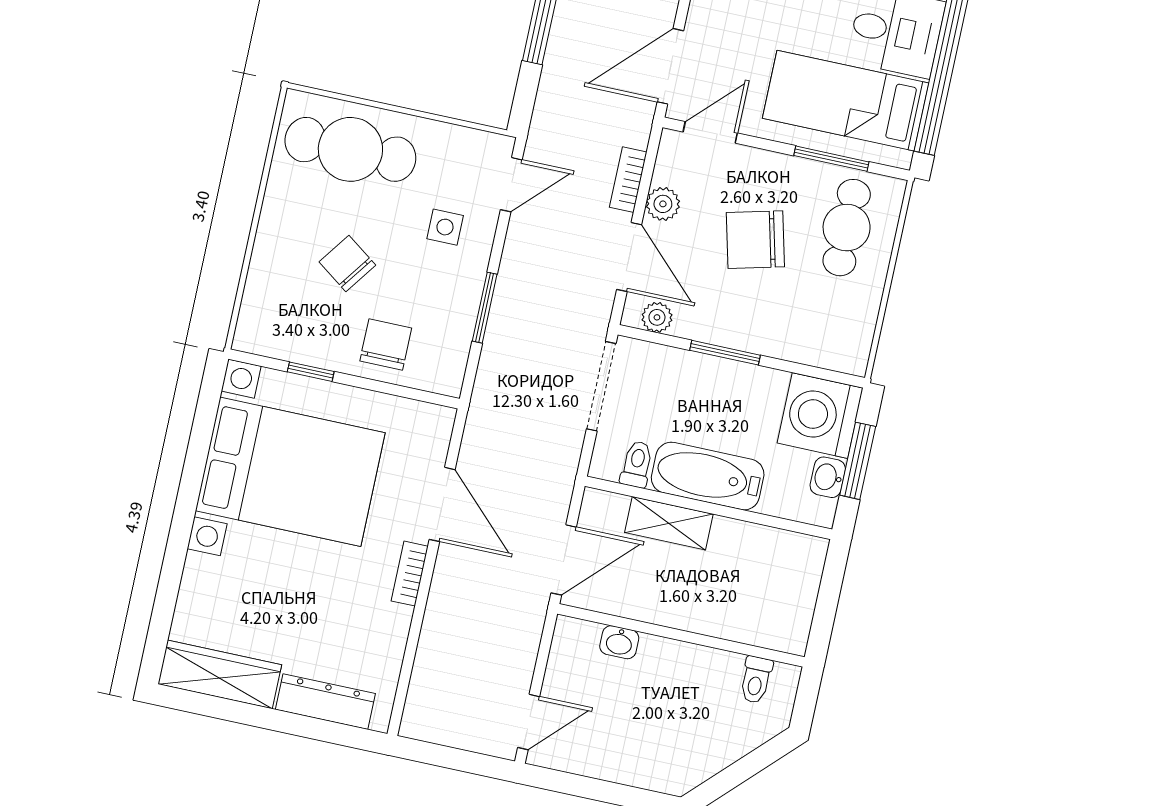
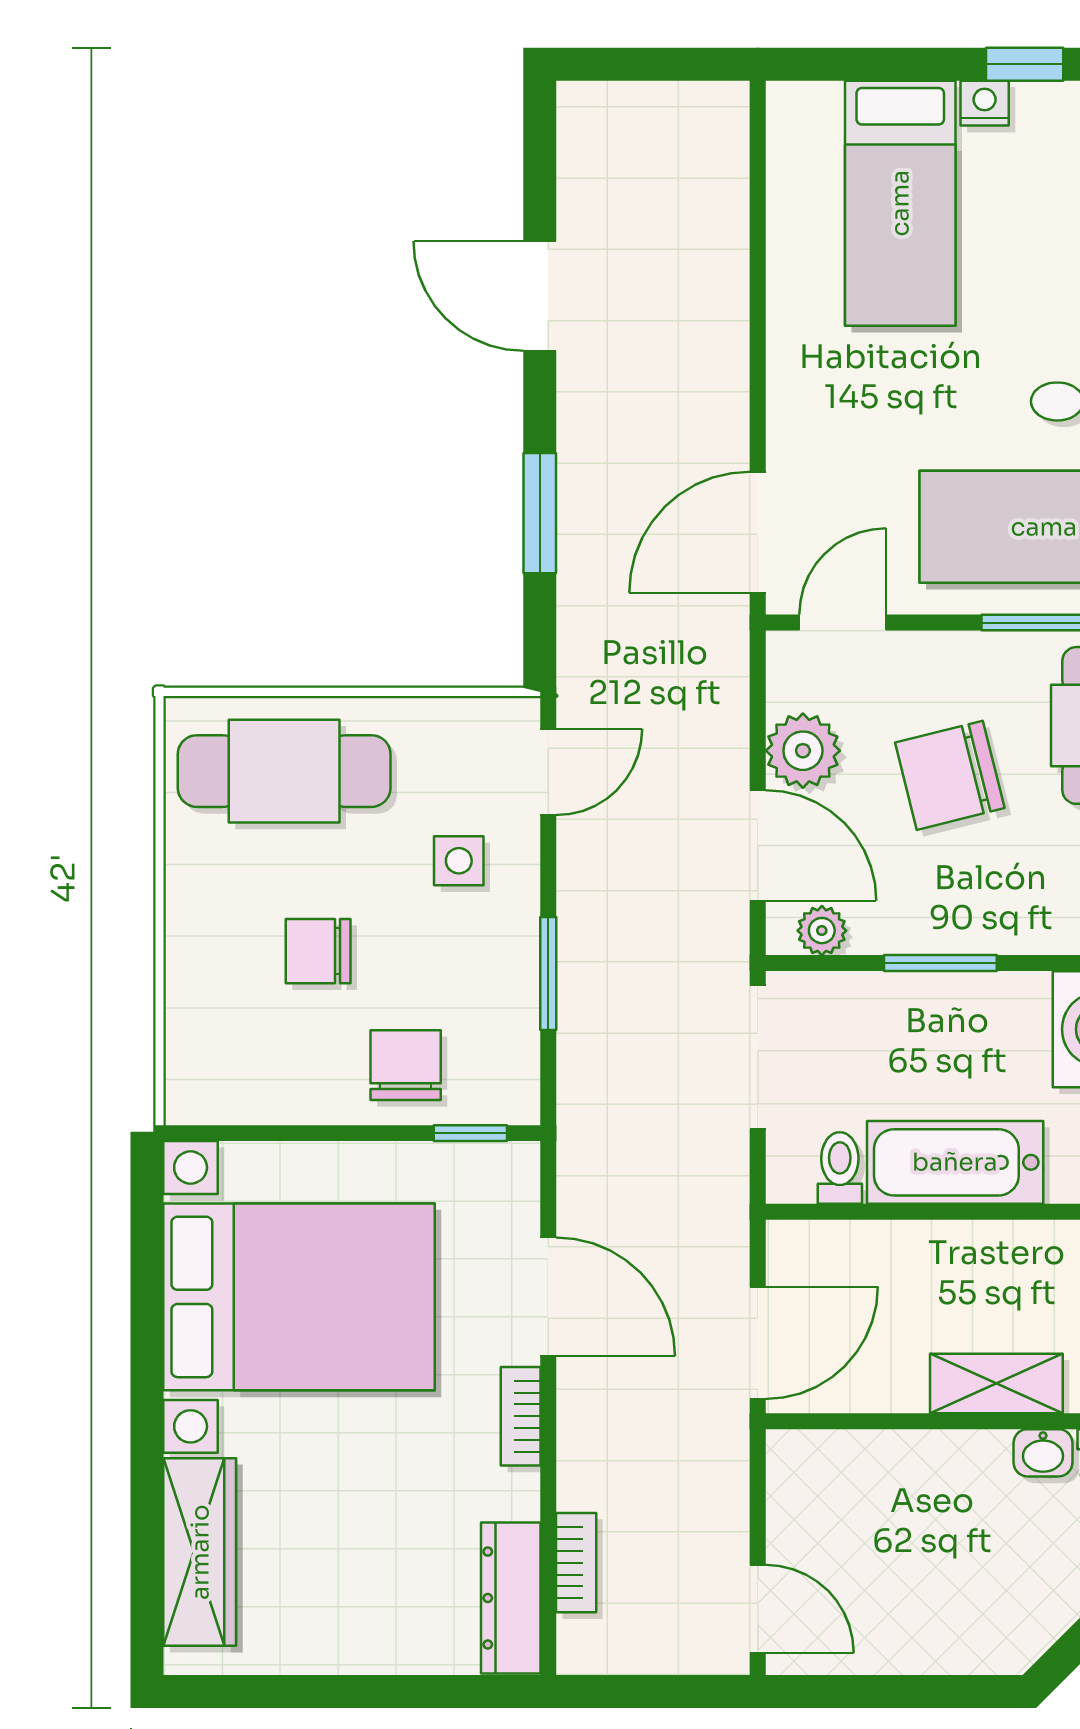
bookcase: (628, 180) -> (576, 1563), moved, turned 180
plant: (663, 204) -> (803, 751), width x1.38, depth x1.38
chair: (347, 264) -> (318, 951), turned -36
window: (311, 372) -> (470, 1133), moved
shelving: (669, 523) -> (996, 1383), moved
washbasin: (619, 642) -> (1043, 1453), moved
wardrobe: (220, 674) -> (200, 1552), moved, turned 90
dresser: (325, 702) -> (511, 1598), moved, turned -90
door: (529, 722) -> (758, 1609), hinge flipped

